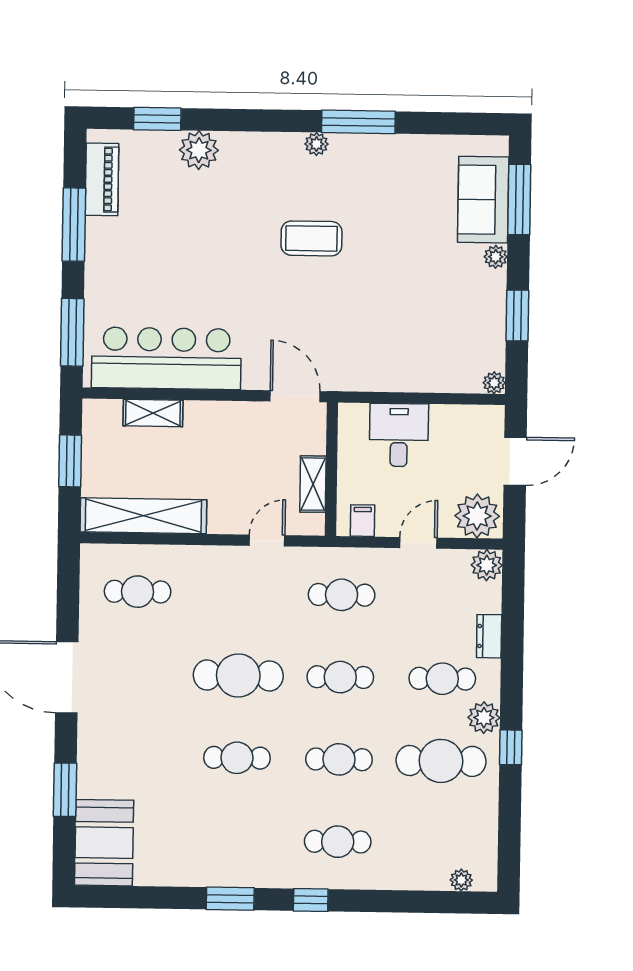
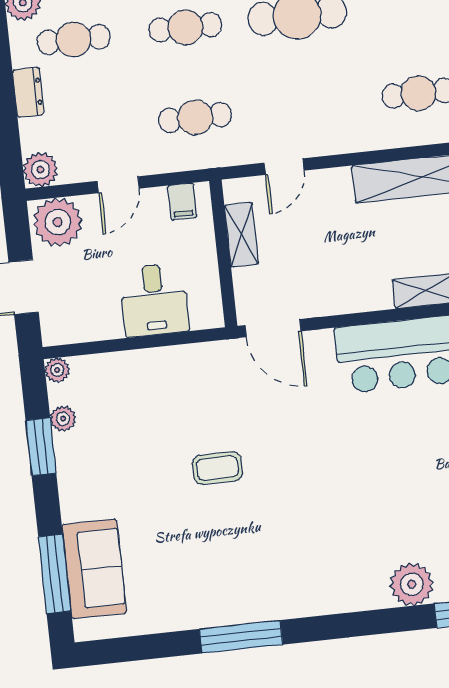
plant: (316, 144) -> (284, 607), removed
coffee table: (311, 238) -> (218, 468), moved, width x0.73, depth x0.77
plant: (496, 257) -> (63, 419), moved

